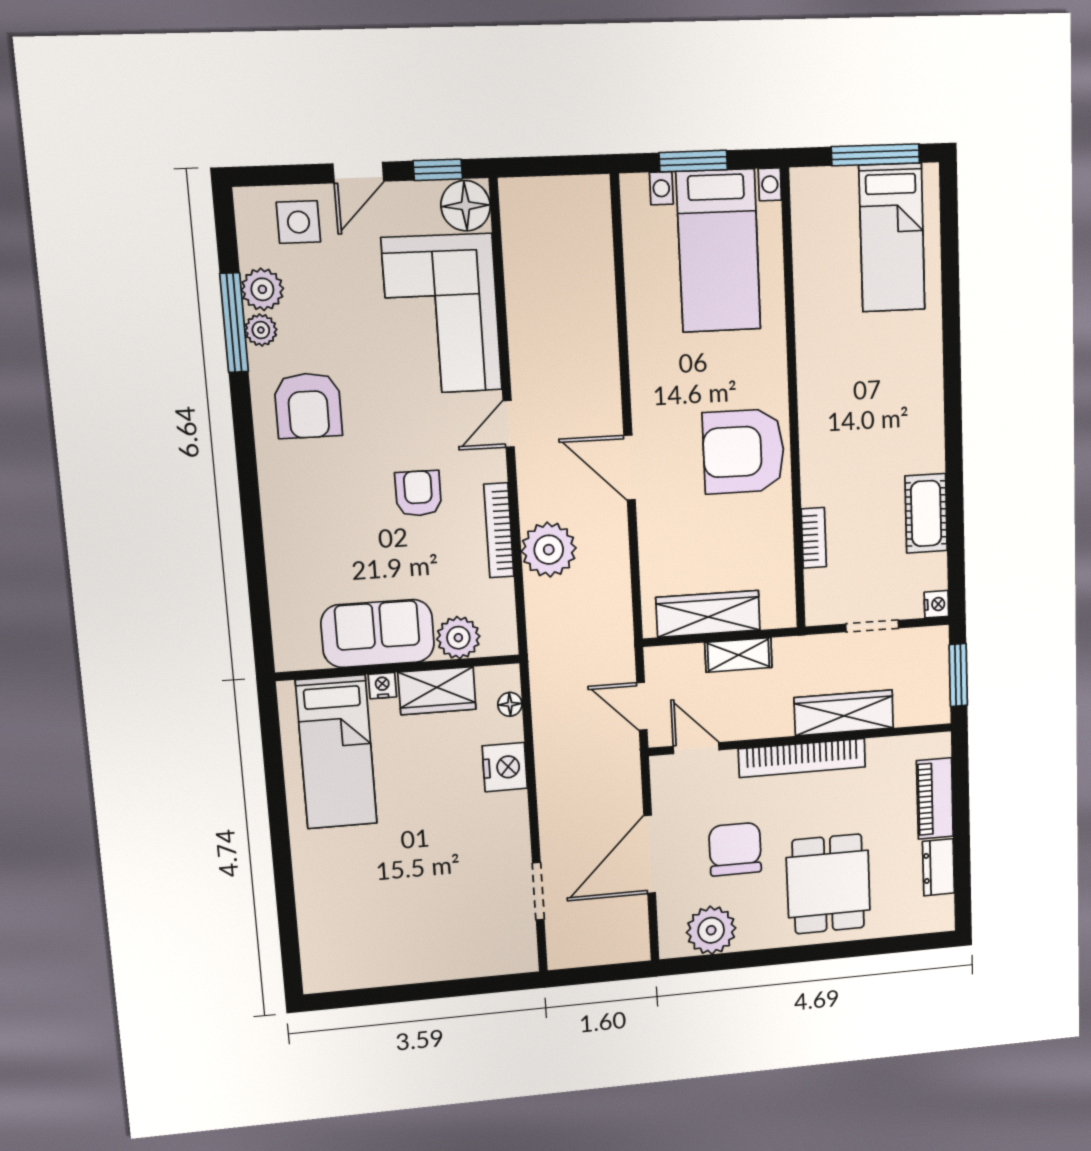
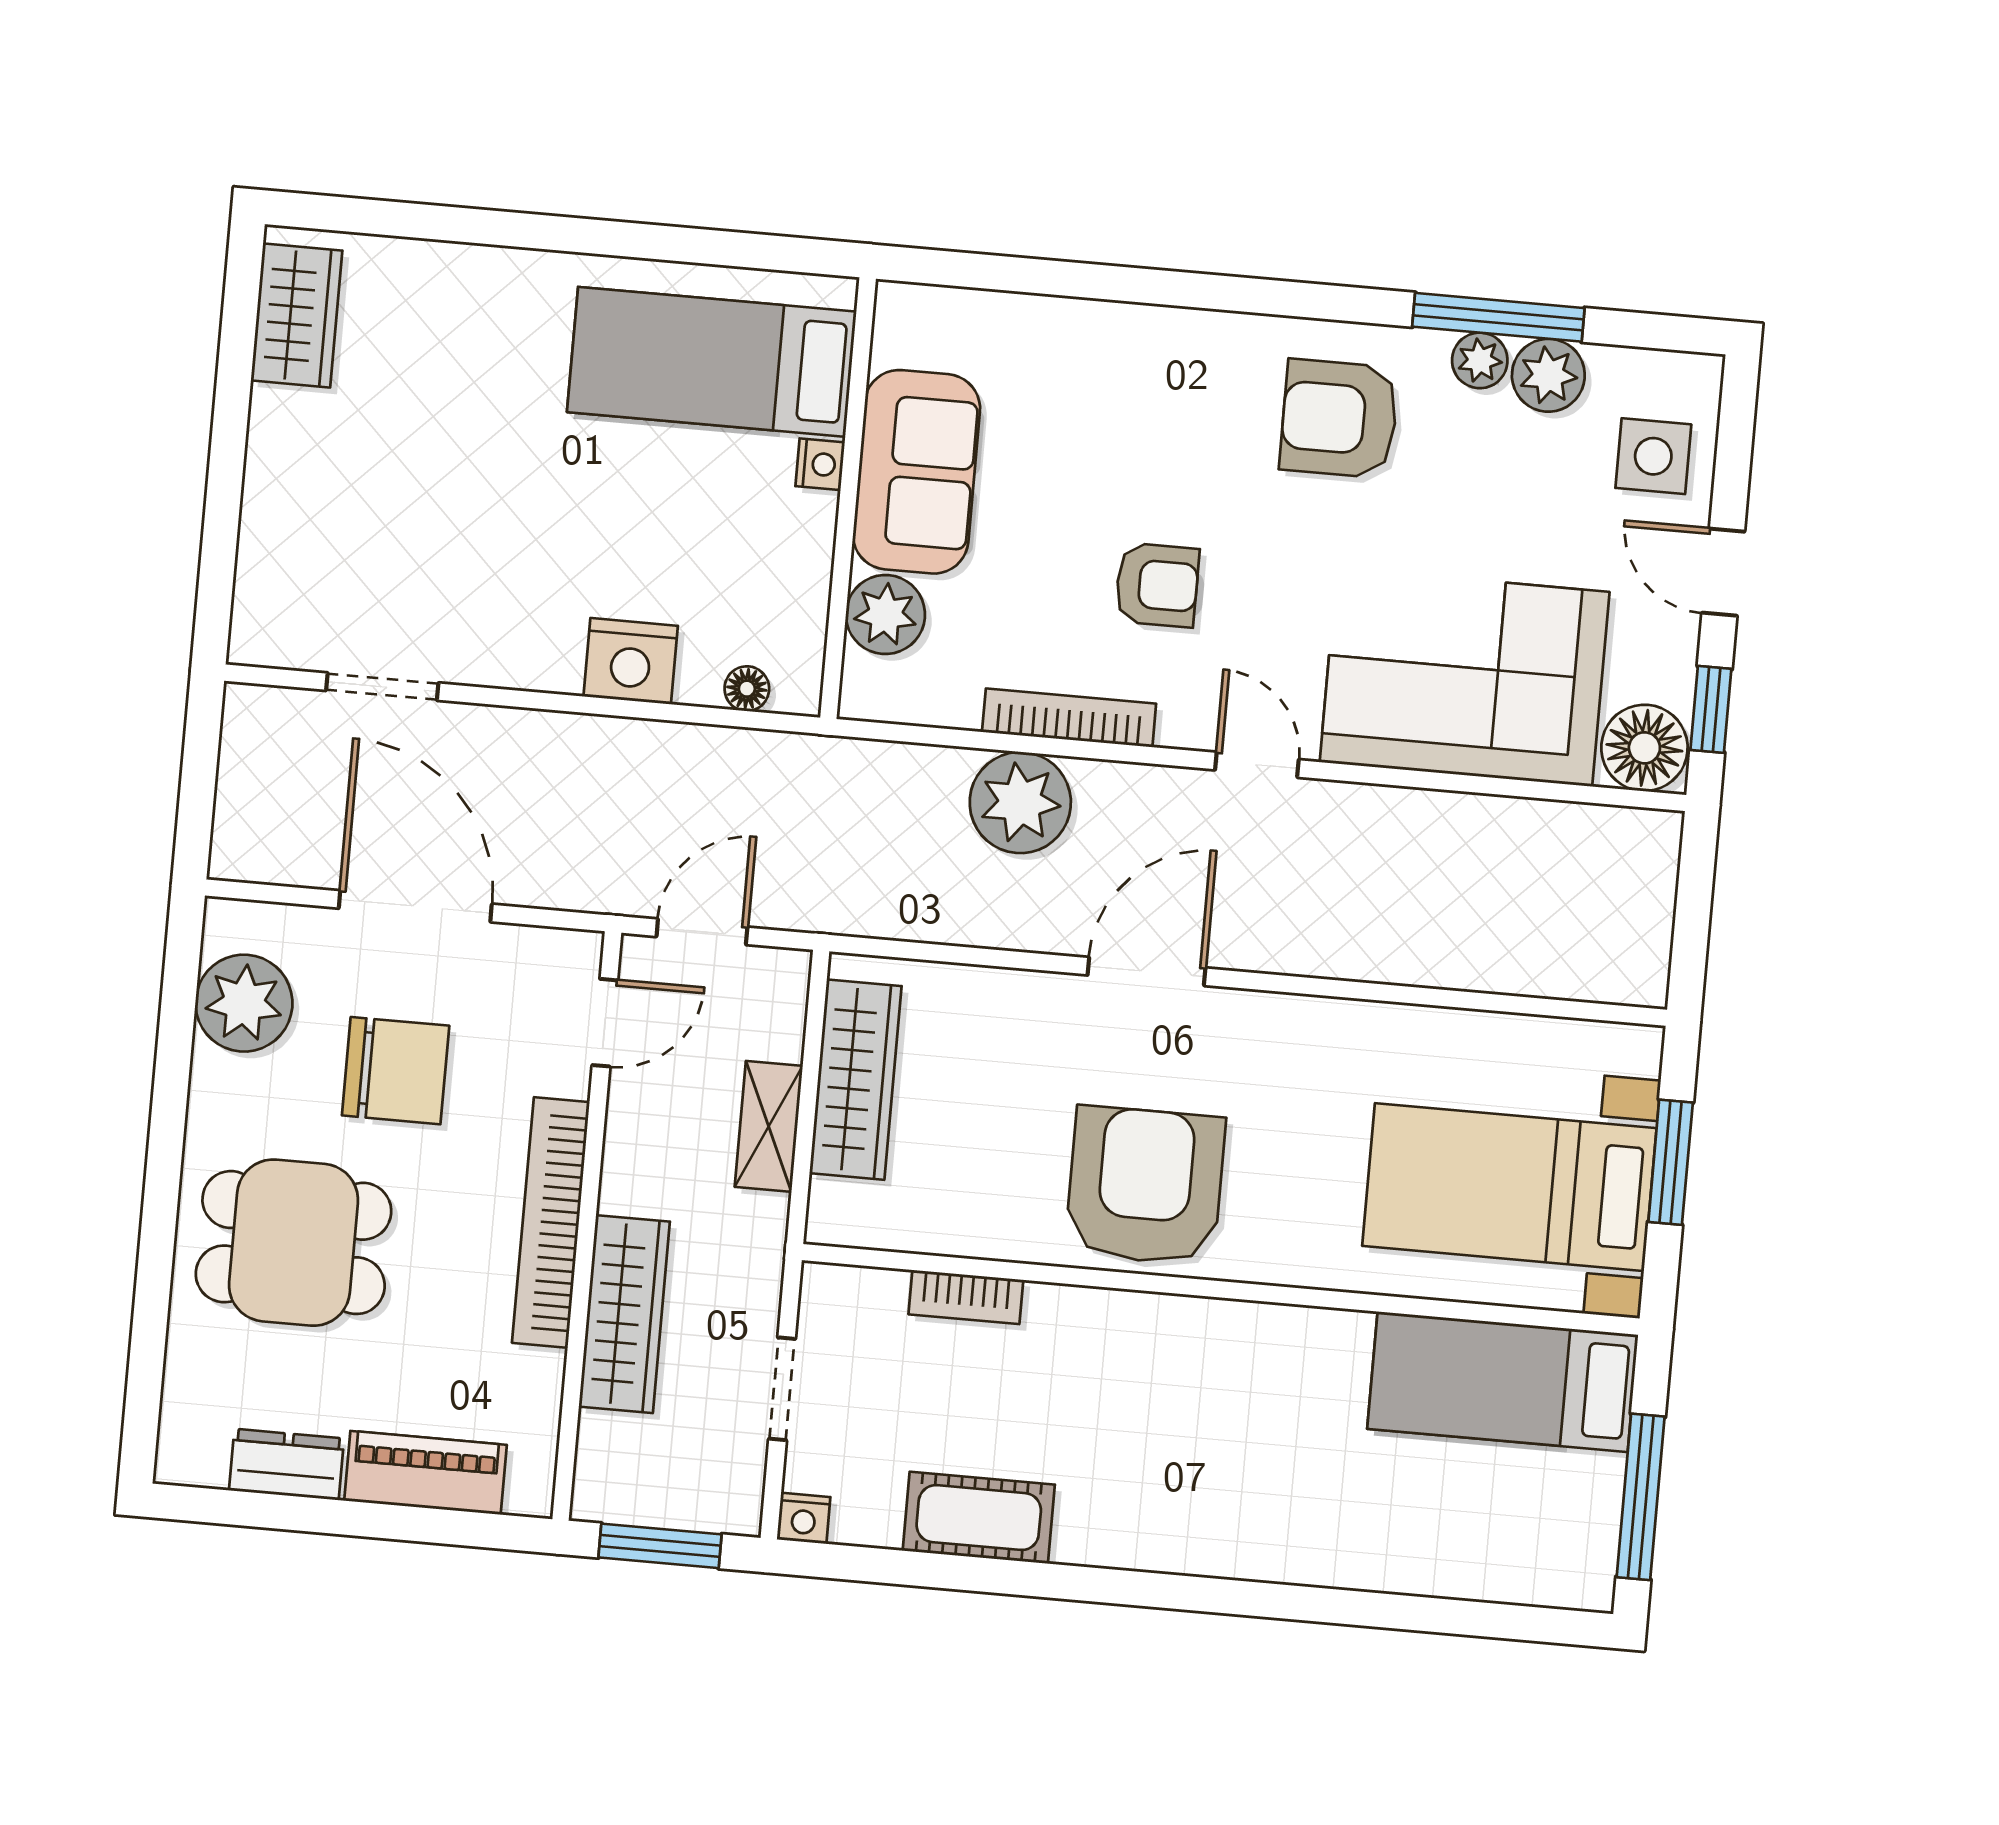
bed: (892, 238) -> (1503, 1382), moved
wardrobe: (437, 691) -> (297, 315), moved, turned 180

